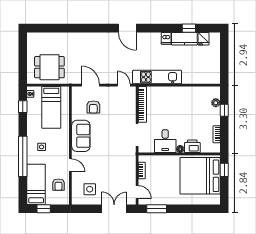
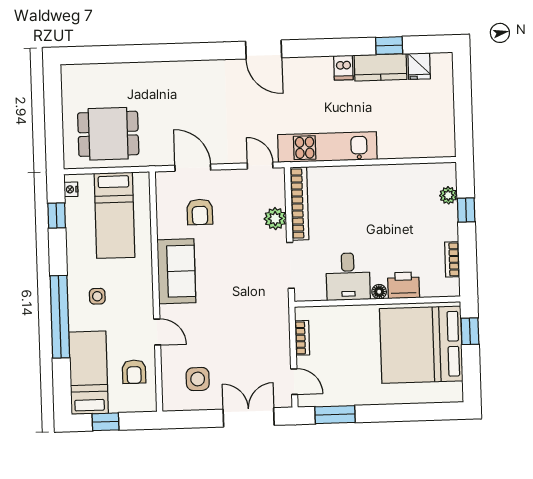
plant: (130, 111) -> (275, 219), added

